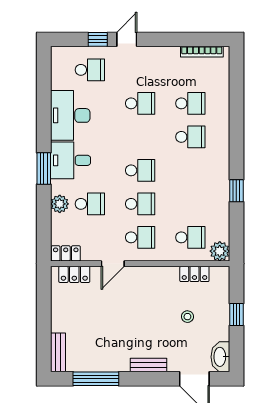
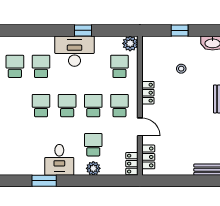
school desk: (140, 103) -> (41, 106), moved
desk: (70, 115) -> (75, 51), moved, turned 180
window: (44, 169) -> (44, 181), moved
locker: (194, 274) -> (148, 93), moved

